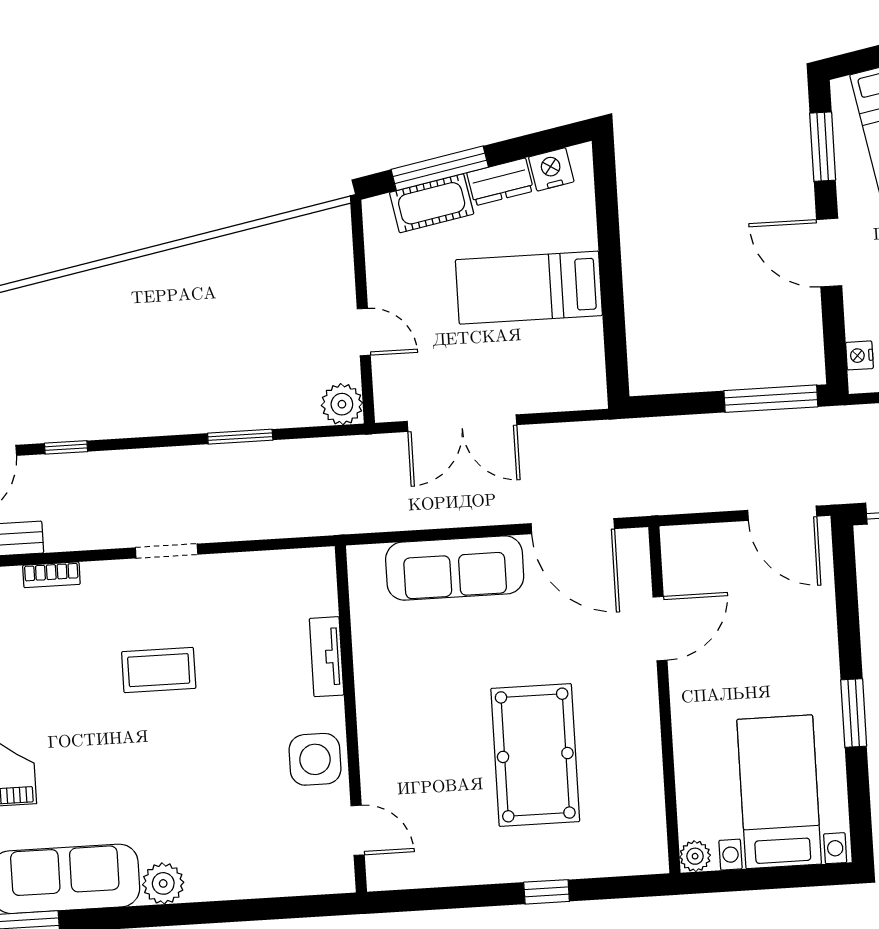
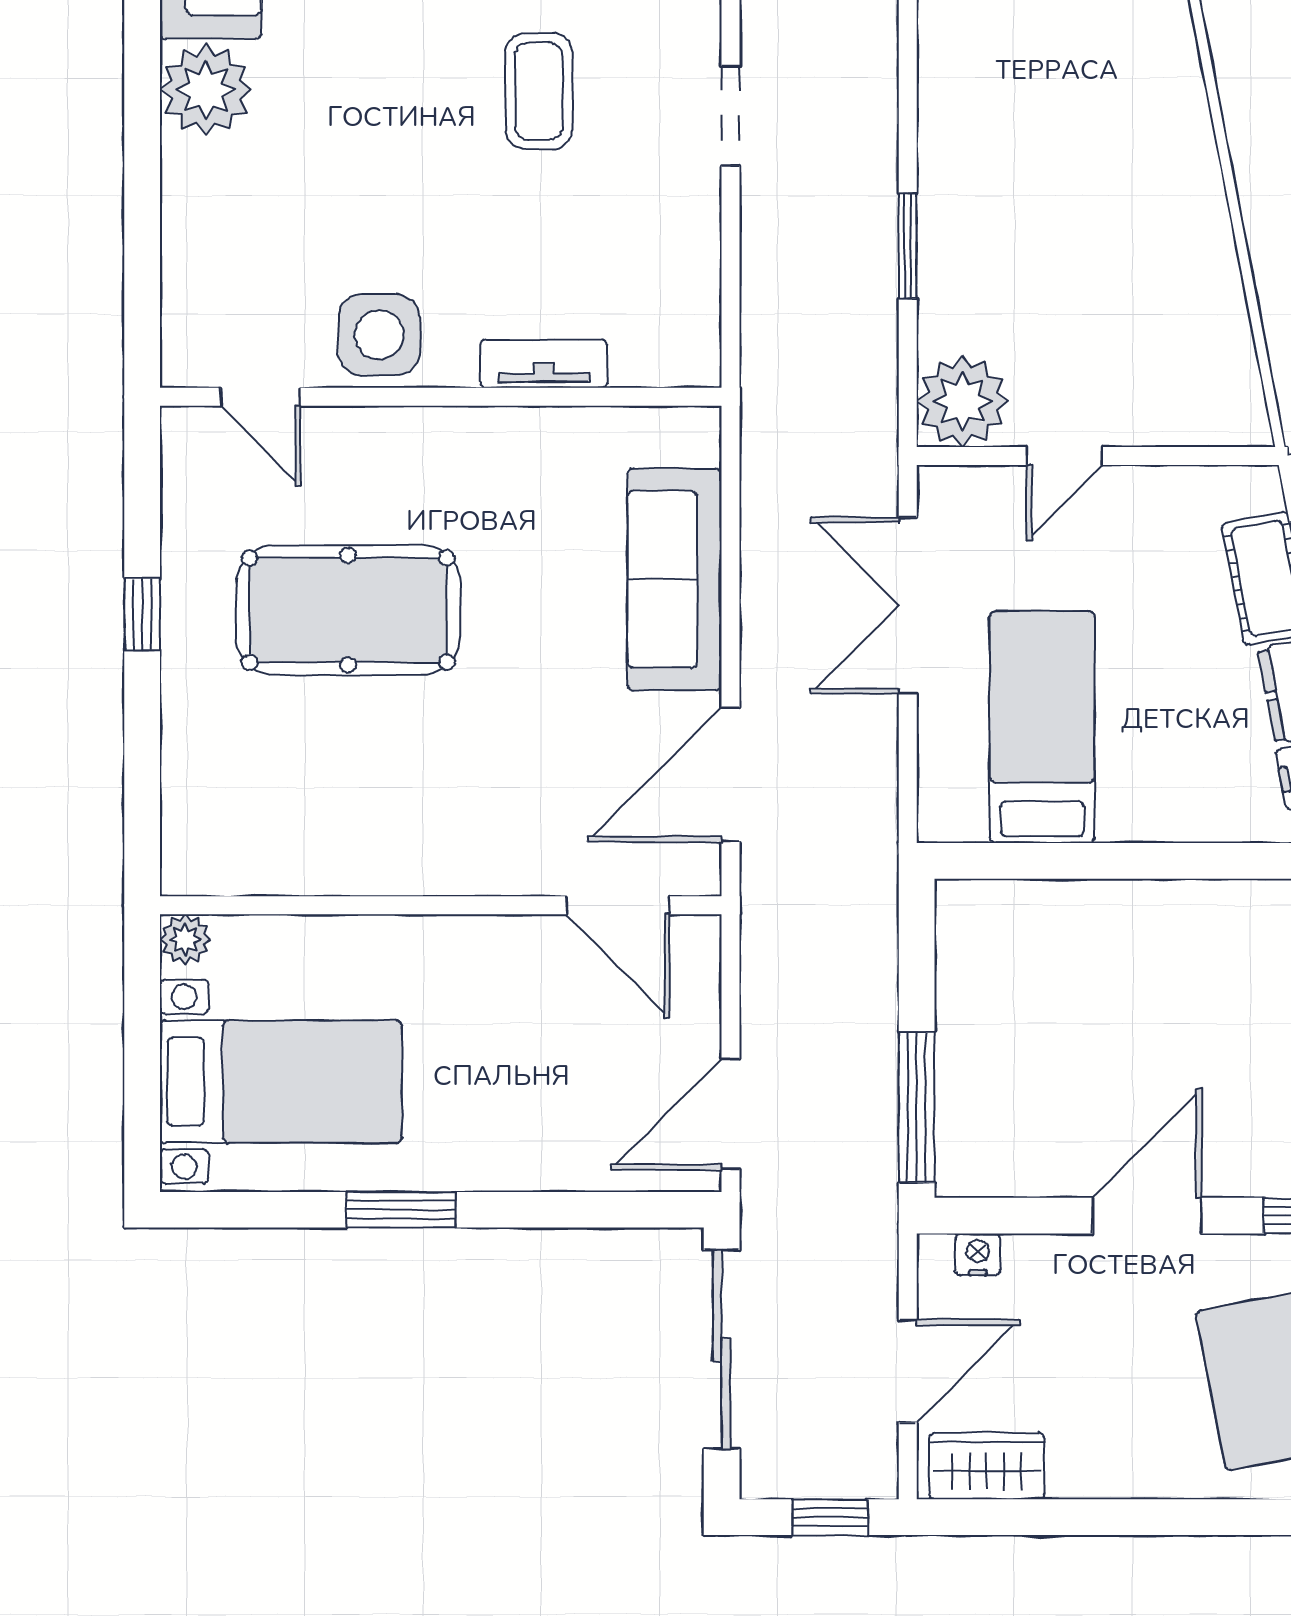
bed: (529, 288) -> (1042, 727), moved
plant: (342, 404) -> (963, 401), width x1.36, depth x1.36
door: (660, 629) -> (618, 905), moved
pool table: (535, 755) -> (348, 610), moved
door: (358, 830) -> (260, 397), hinge flipped
plant: (163, 883) -> (206, 90), width x1.36, depth x1.36
window: (547, 892) -> (142, 614), moved

